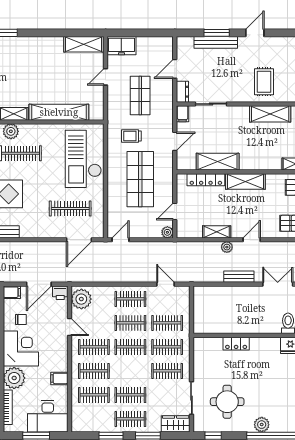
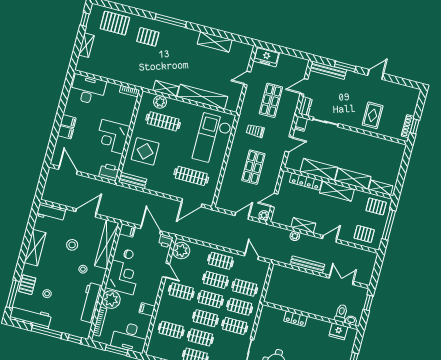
bench: (216, 42) -> (328, 70), moved
shelving: (84, 44) -> (215, 42), moved
shelving: (270, 114) -> (353, 179), moved
shop shelf: (140, 179) -> (253, 167), width x0.70, depth x0.74
door: (121, 240) -> (242, 216), moved
plant: (227, 247) -> (295, 236), moved
bench: (239, 277) -> (307, 265), width x1.36
door: (39, 284) -> (150, 230), swing flipped
clothes rail: (94, 371) -> (205, 318), moved

